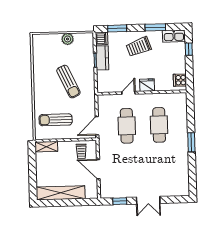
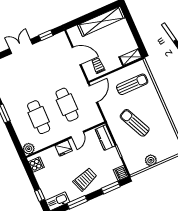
kitchen counter: (102, 58) -> (105, 138), moved
plant: (181, 98) -> (29, 149), added

